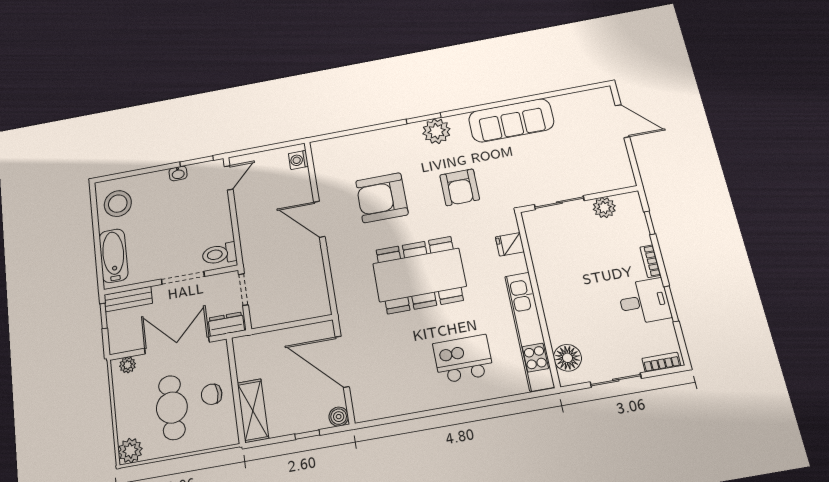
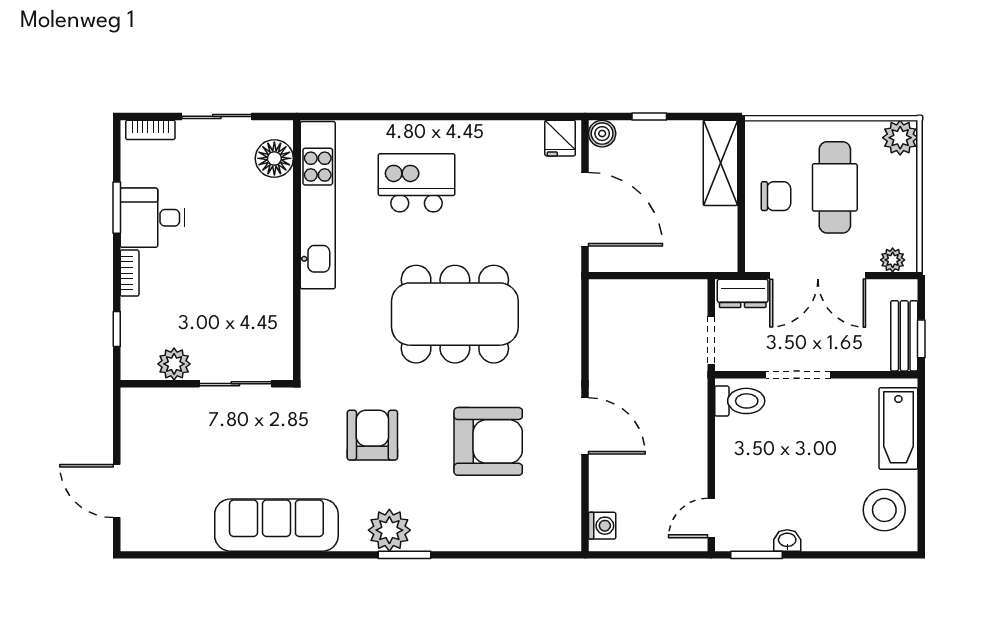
fridge: (510, 244) -> (560, 138), moved, turned 90
bench: (128, 299) -> (904, 336), moved, turned 90
kitchen island: (463, 359) -> (417, 183), turned 180

